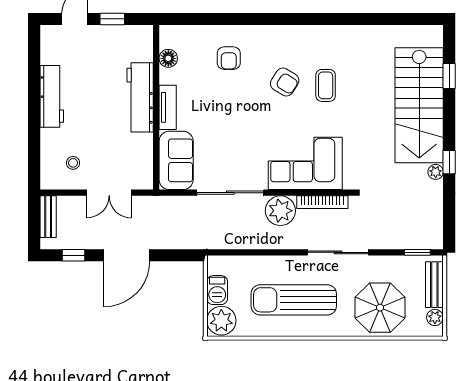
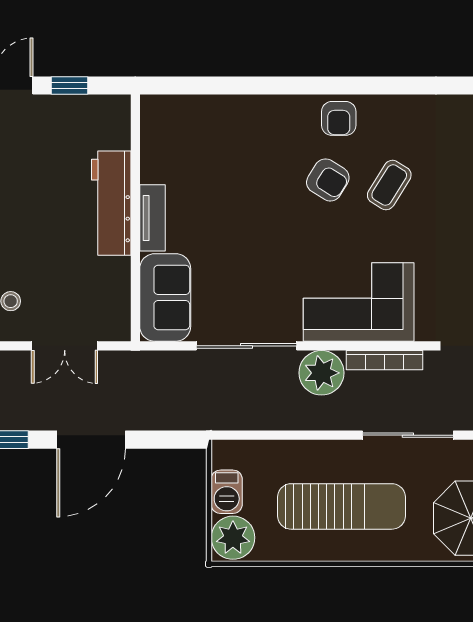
floor lamp: (168, 58) -> (153, 144), removed
armchair: (229, 58) -> (339, 118), moved
coffee table: (326, 85) -> (389, 185), turned 32
sun lounger: (294, 300) -> (341, 506), turned 180

